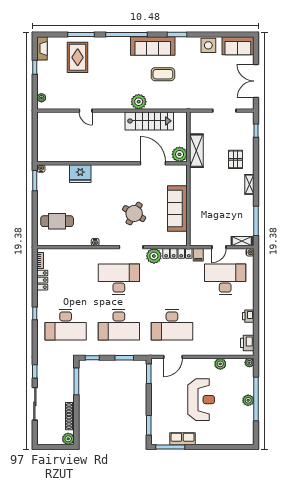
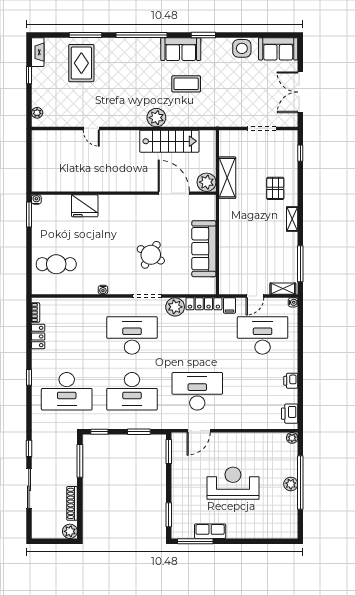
sofa: (153, 46) -> (181, 49), width x0.73
desk: (172, 325) -> (197, 391), turned 180
plant: (220, 364) -> (257, 439), removed
reception desk: (201, 400) -> (233, 483), turned -90

